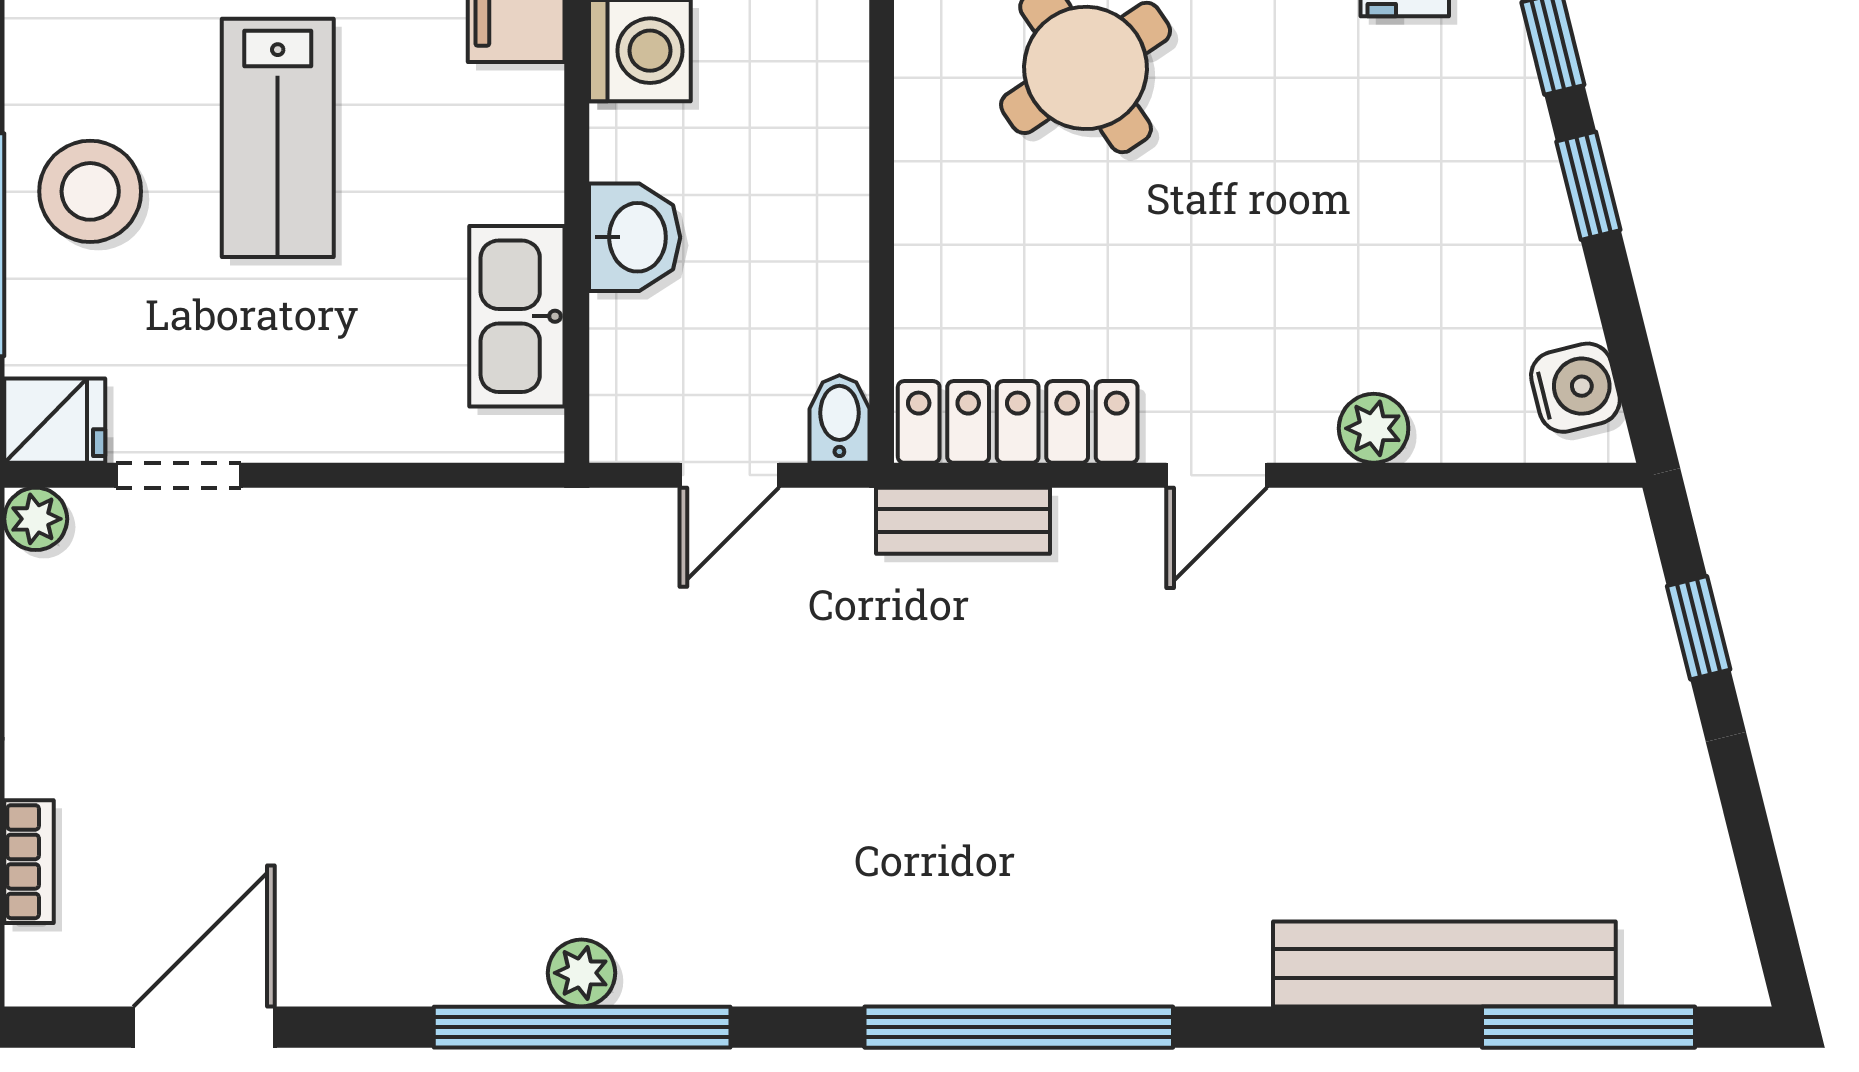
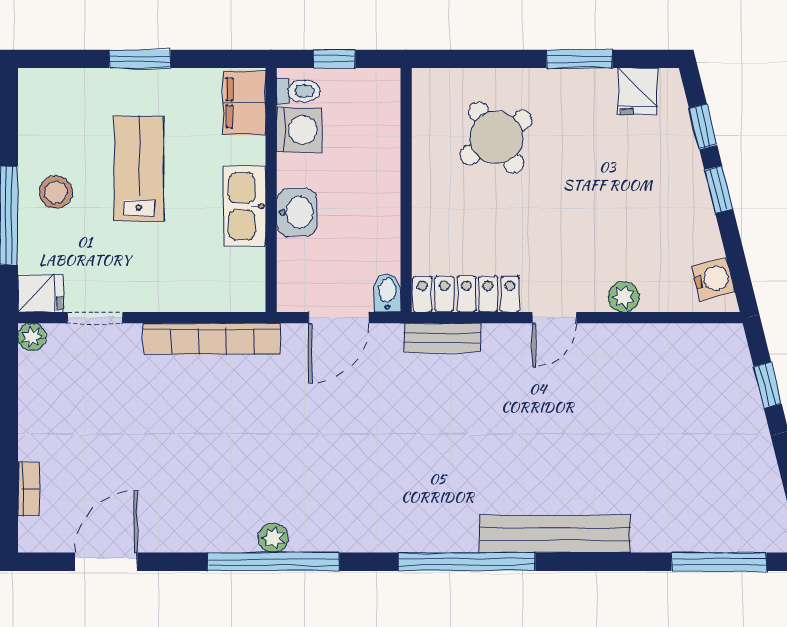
lab bench: (278, 138) -> (139, 168), turned 180
stool: (90, 191) -> (56, 192), width x0.73, depth x0.73
kitchen sink: (517, 316) -> (245, 206), moved
door: (729, 475) -> (339, 318), width x1.38
bookcase: (443, 523) -> (212, 339), added
bench: (1444, 964) -> (555, 534), moved

